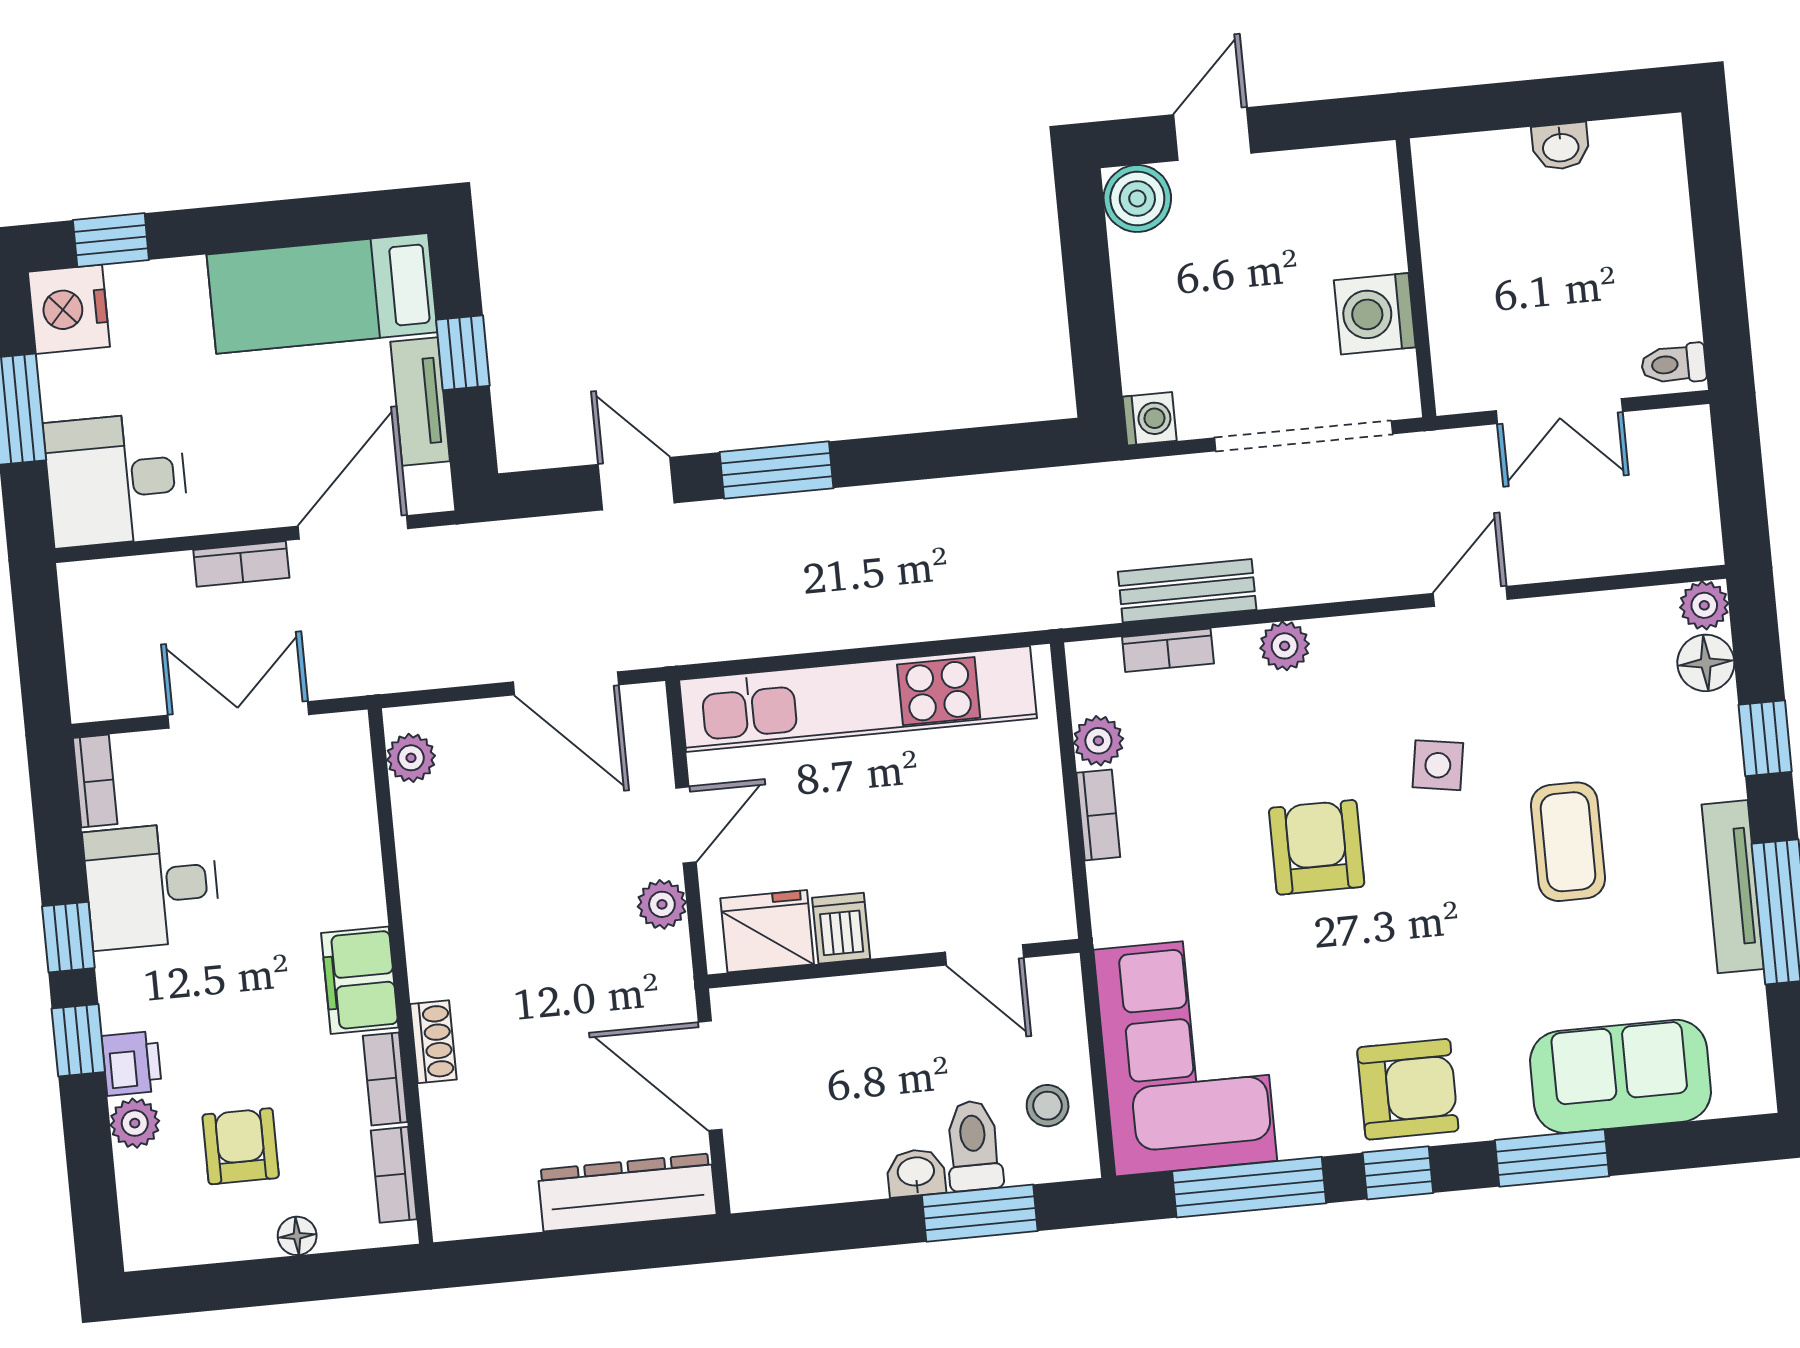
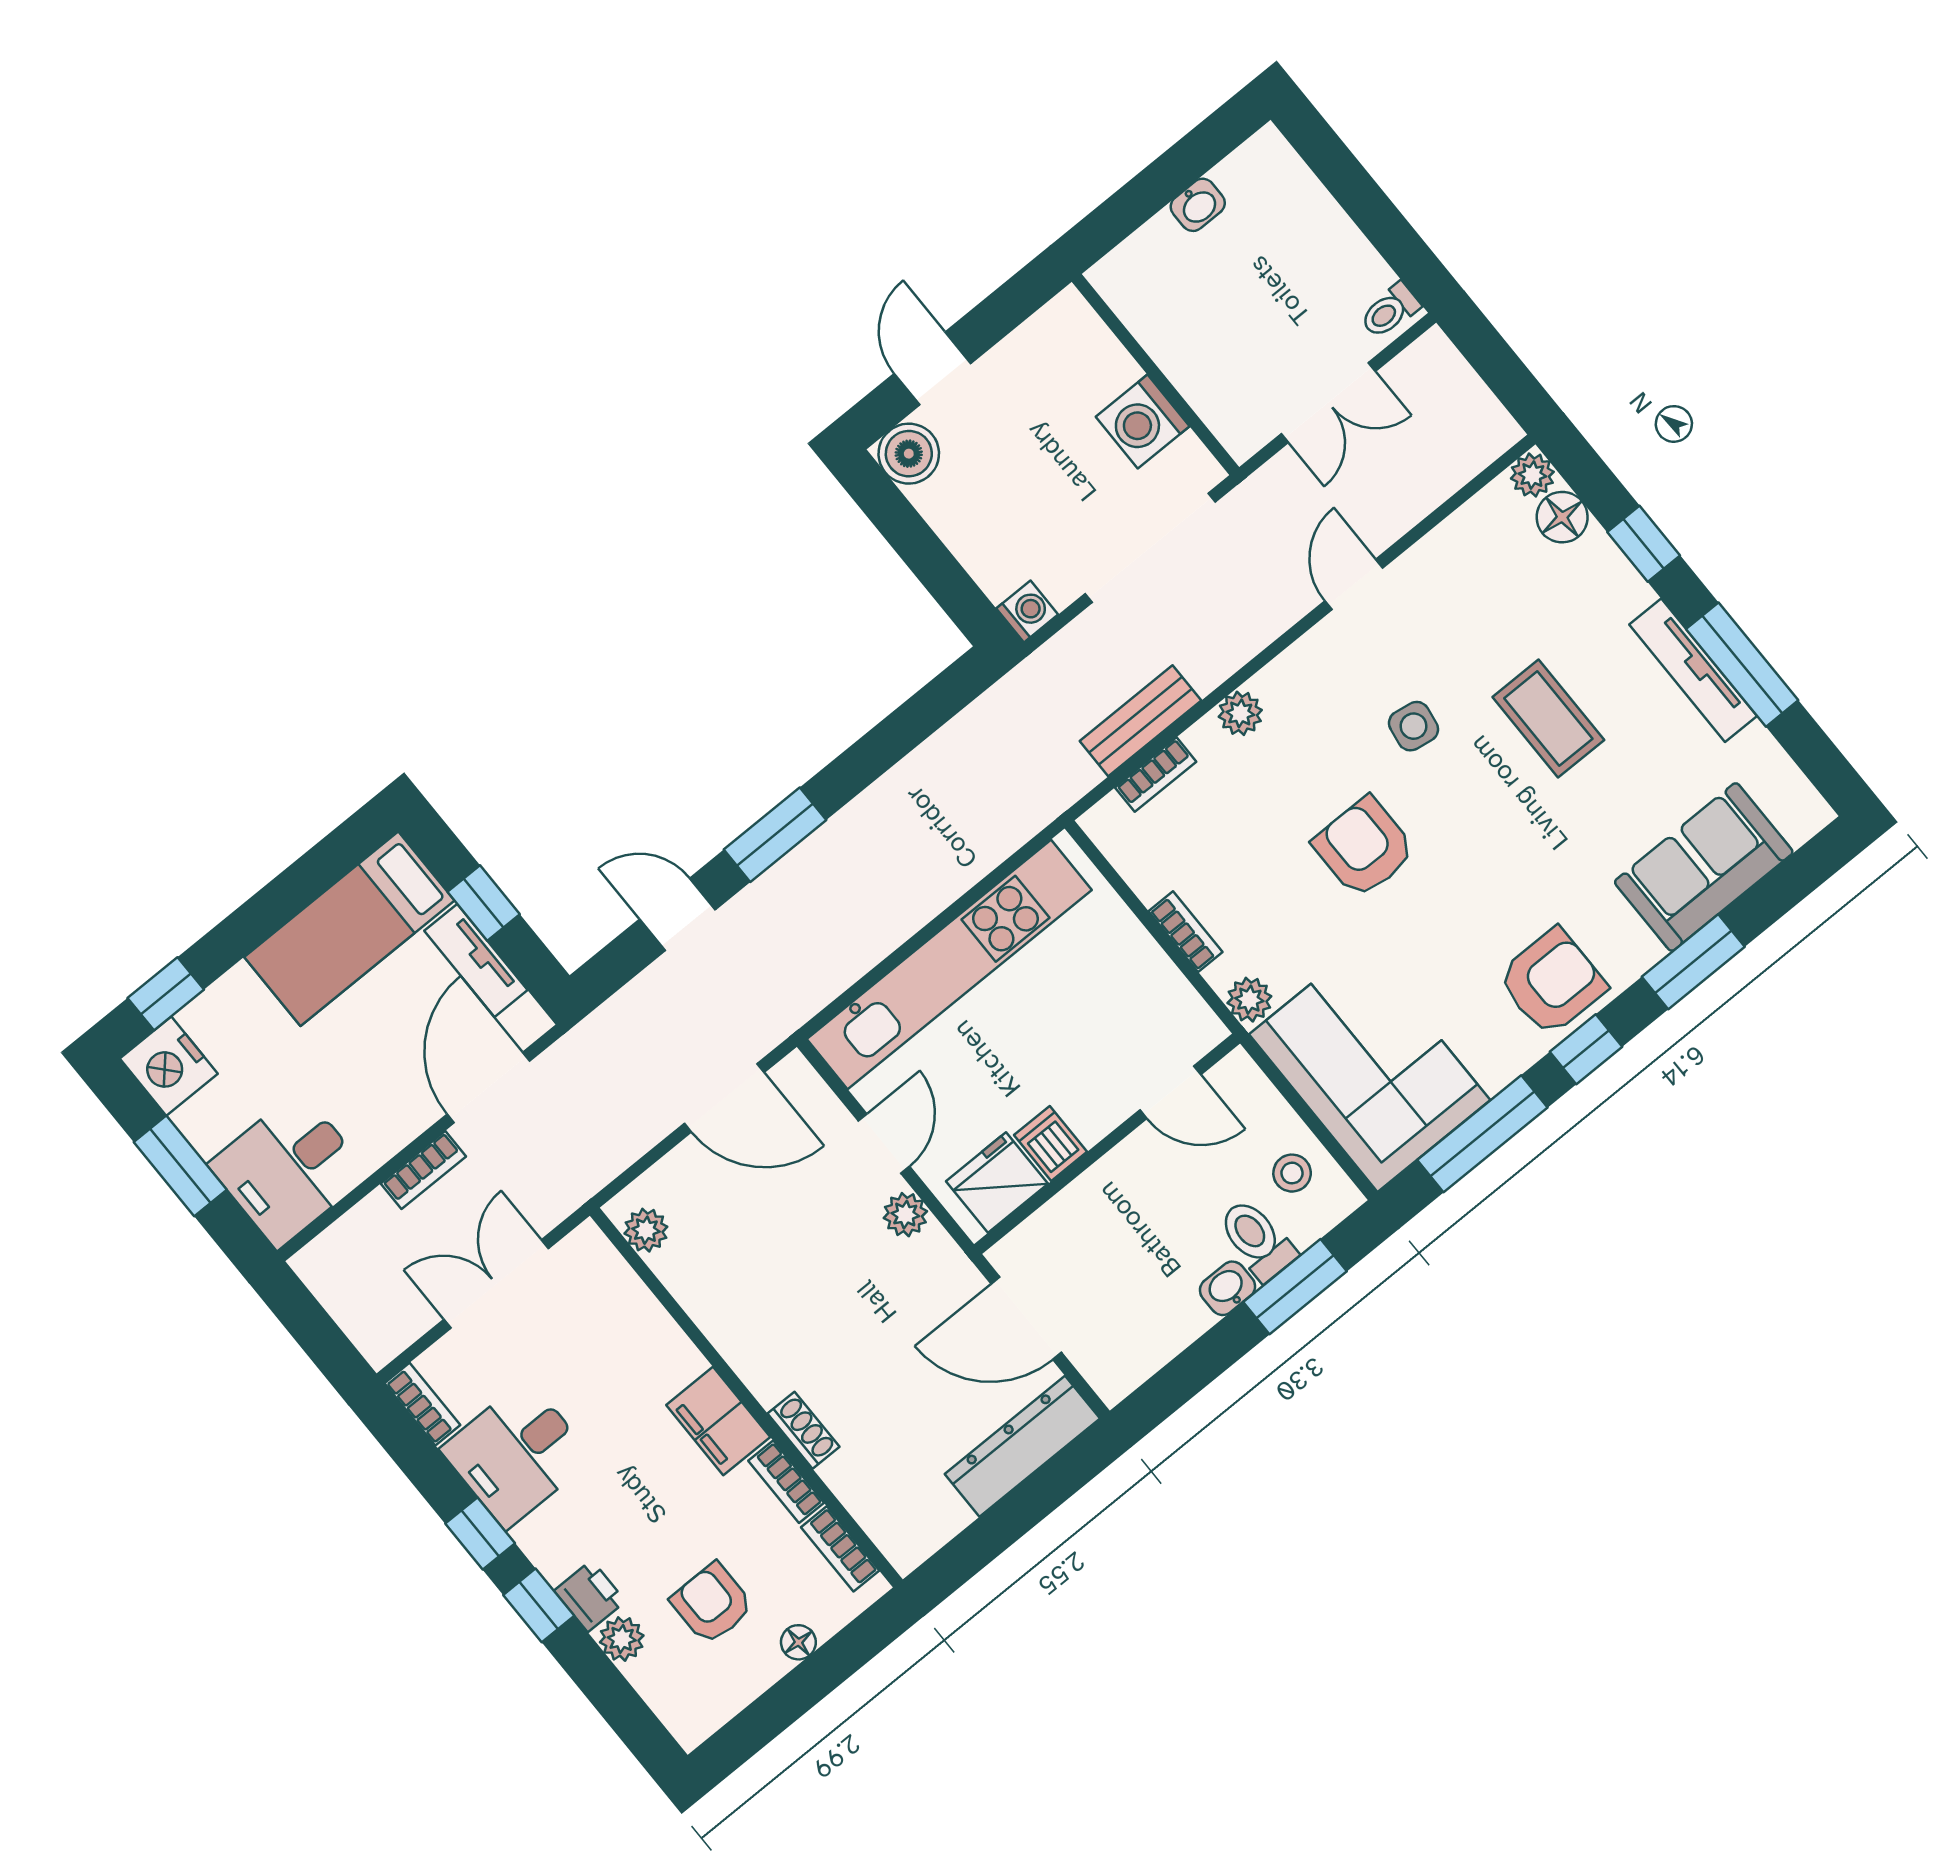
plant: (1098, 741) -> (1249, 1000), moved

